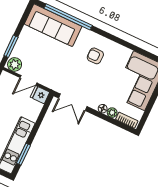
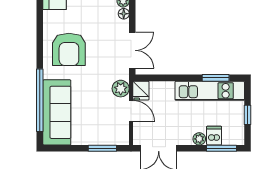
armchair: (95, 56) -> (69, 49), width x1.88, depth x1.88
plant: (15, 64) -> (121, 89), moved

